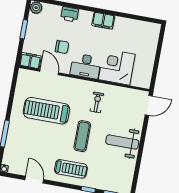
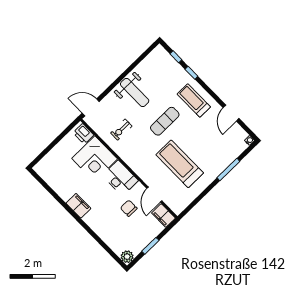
printer: (70, 14) -> (83, 134), moved, turned 180
exercise bike: (97, 102) -> (121, 130), moved
treadmill: (46, 111) -> (180, 164), turned 180

